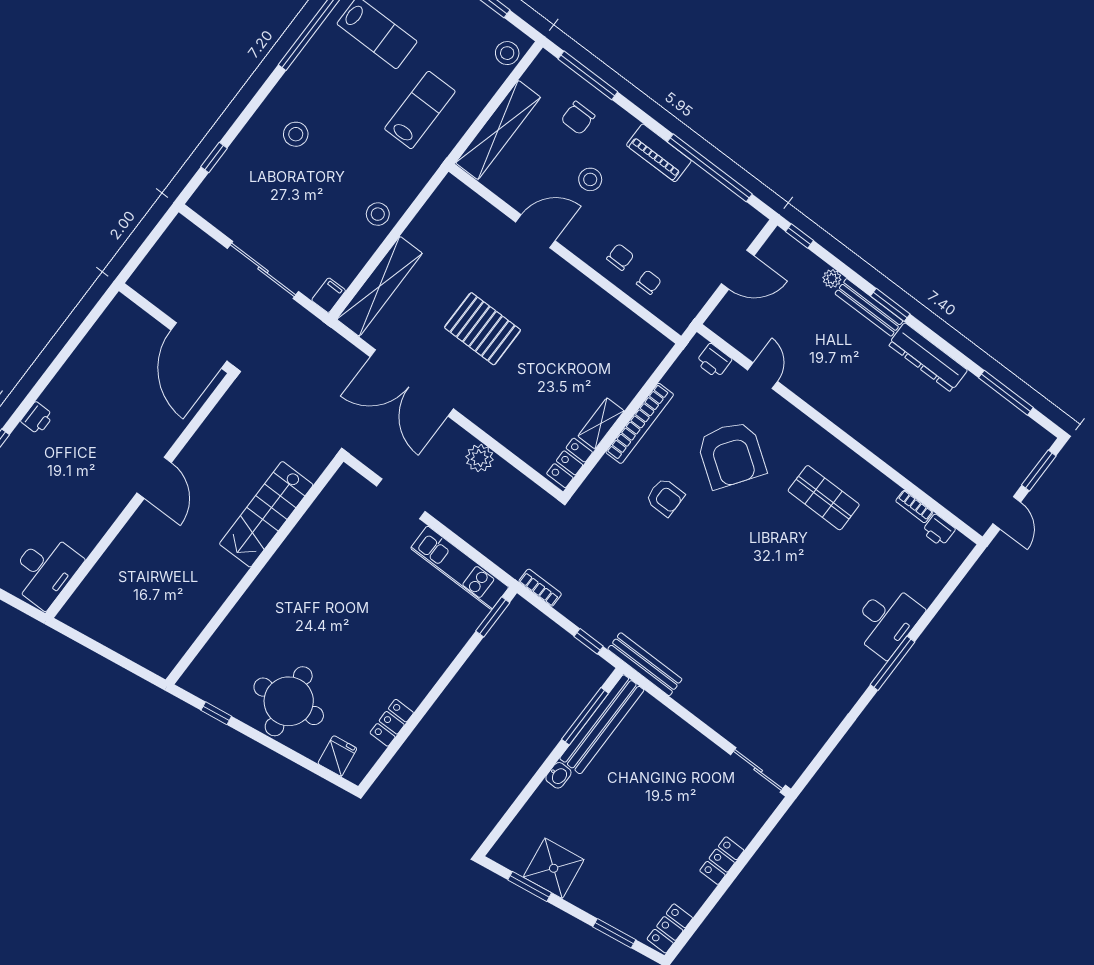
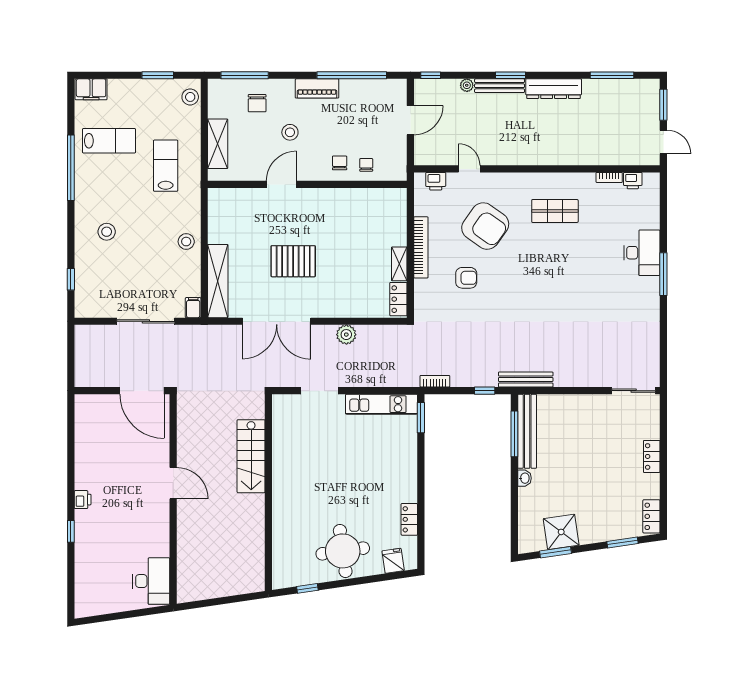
shelving: (498, 130) -> (218, 144), width x0.68

